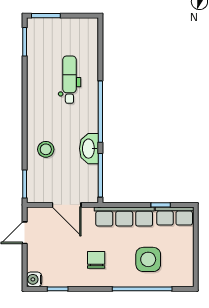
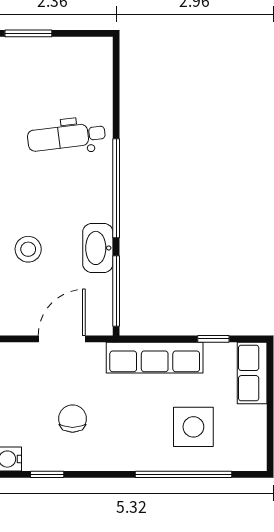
dental chair: (69, 80) -> (66, 137), turned -97
door: (67, 205) -> (62, 339), swing flipped
row of seats: (175, 216) -> (252, 373), moved, turned 90
chair: (96, 260) -> (73, 419), moved

